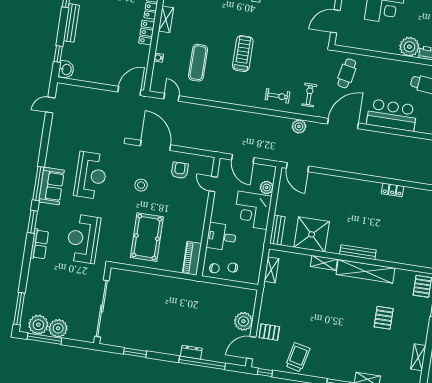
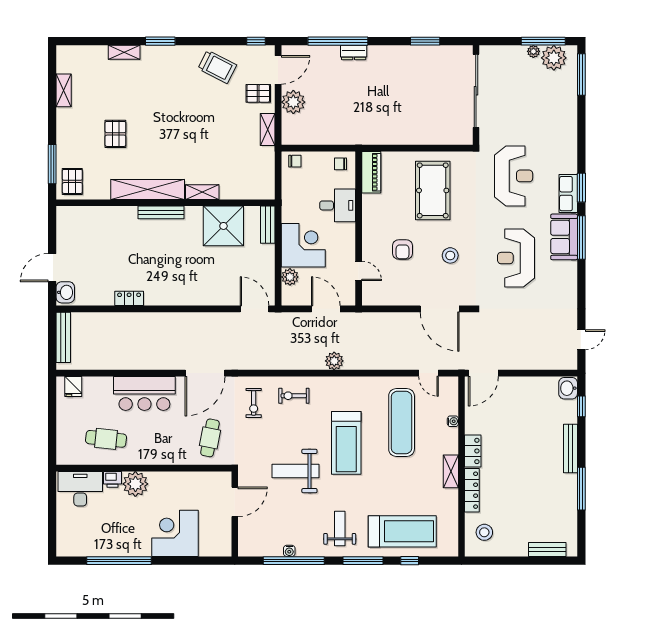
weight bench: (285, 38) -> (295, 471), added
treadmill: (243, 54) -> (346, 443), width x1.37, depth x1.38
exercise mat: (198, 63) -> (402, 422), width x1.36, depth x1.45
plant: (299, 126) -> (334, 361), moved
armchair: (180, 170) -> (402, 249), moved
row of seats: (39, 244) -> (568, 194), moved
chair: (233, 268) -> (295, 161), moved
shelving: (271, 270) -> (268, 130), moved
plant: (58, 328) -> (533, 51), width x0.53, depth x0.53
trolley: (298, 357) -> (217, 67), turned -76

